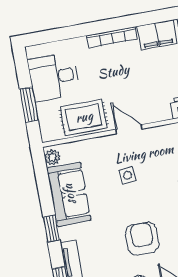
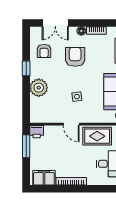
armchair: (142, 239) -> (75, 57), turned 180

